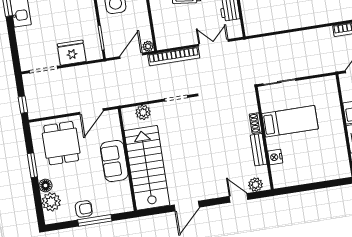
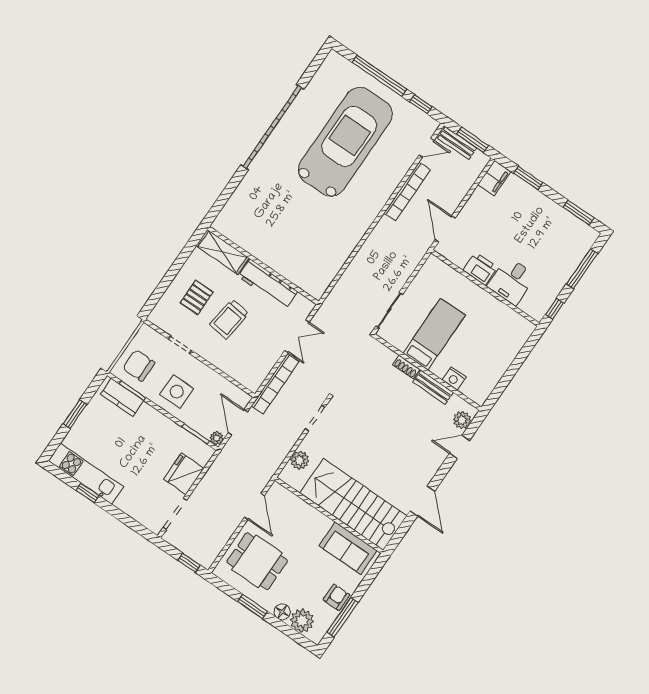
double door: (213, 43) -> (297, 336), swing flipped
plant: (148, 46) -> (217, 438), moved
sofa: (114, 161) -> (348, 548), moved
window: (95, 220) -> (342, 617), moved

